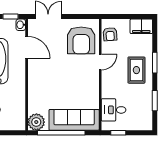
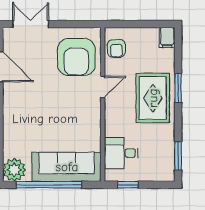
filing cabinet: (141, 26) -> (167, 38), width x0.50
rug: (136, 70) -> (153, 98), width x1.36, depth x1.43
window: (155, 101) -> (178, 156), moved

